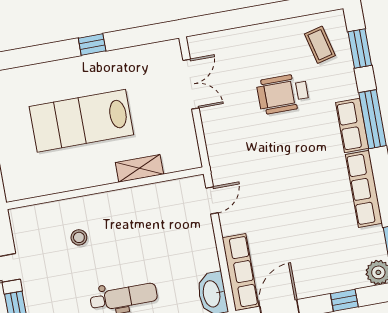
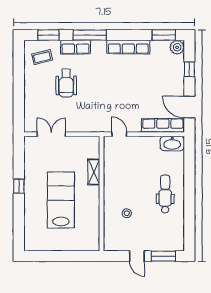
lab bench: (81, 121) -> (61, 200), turned 180
row of seats: (352, 125) -> (75, 47), moved

